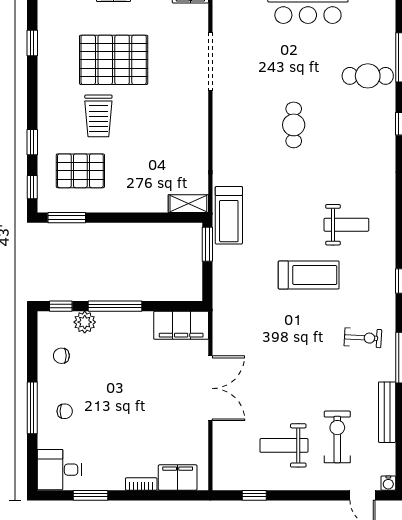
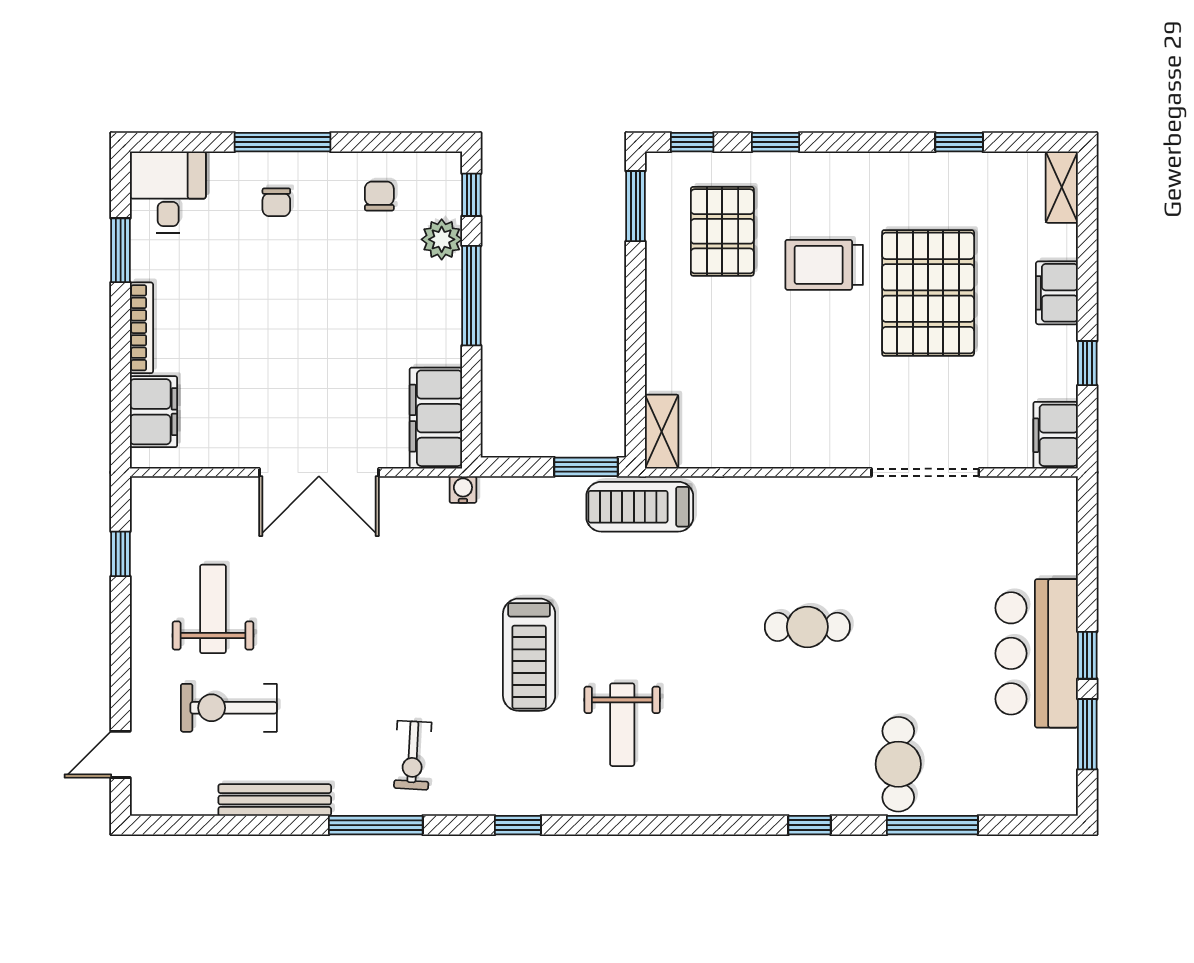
exercise bike: (337, 437) -> (229, 708), turned 180
water cooler: (388, 483) -> (463, 490), moved, turned 90
bookcase: (141, 484) -> (141, 328), width x1.56

